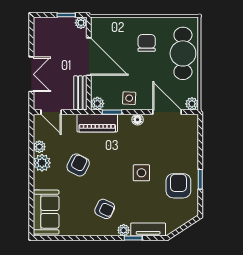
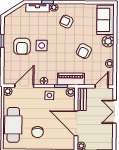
door: (51, 112) -> (102, 86), hinge flipped
door: (167, 112) -> (24, 86), swing flipped
plant: (42, 163) -> (108, 41), moved
armchair: (178, 186) -> (22, 46), moved

